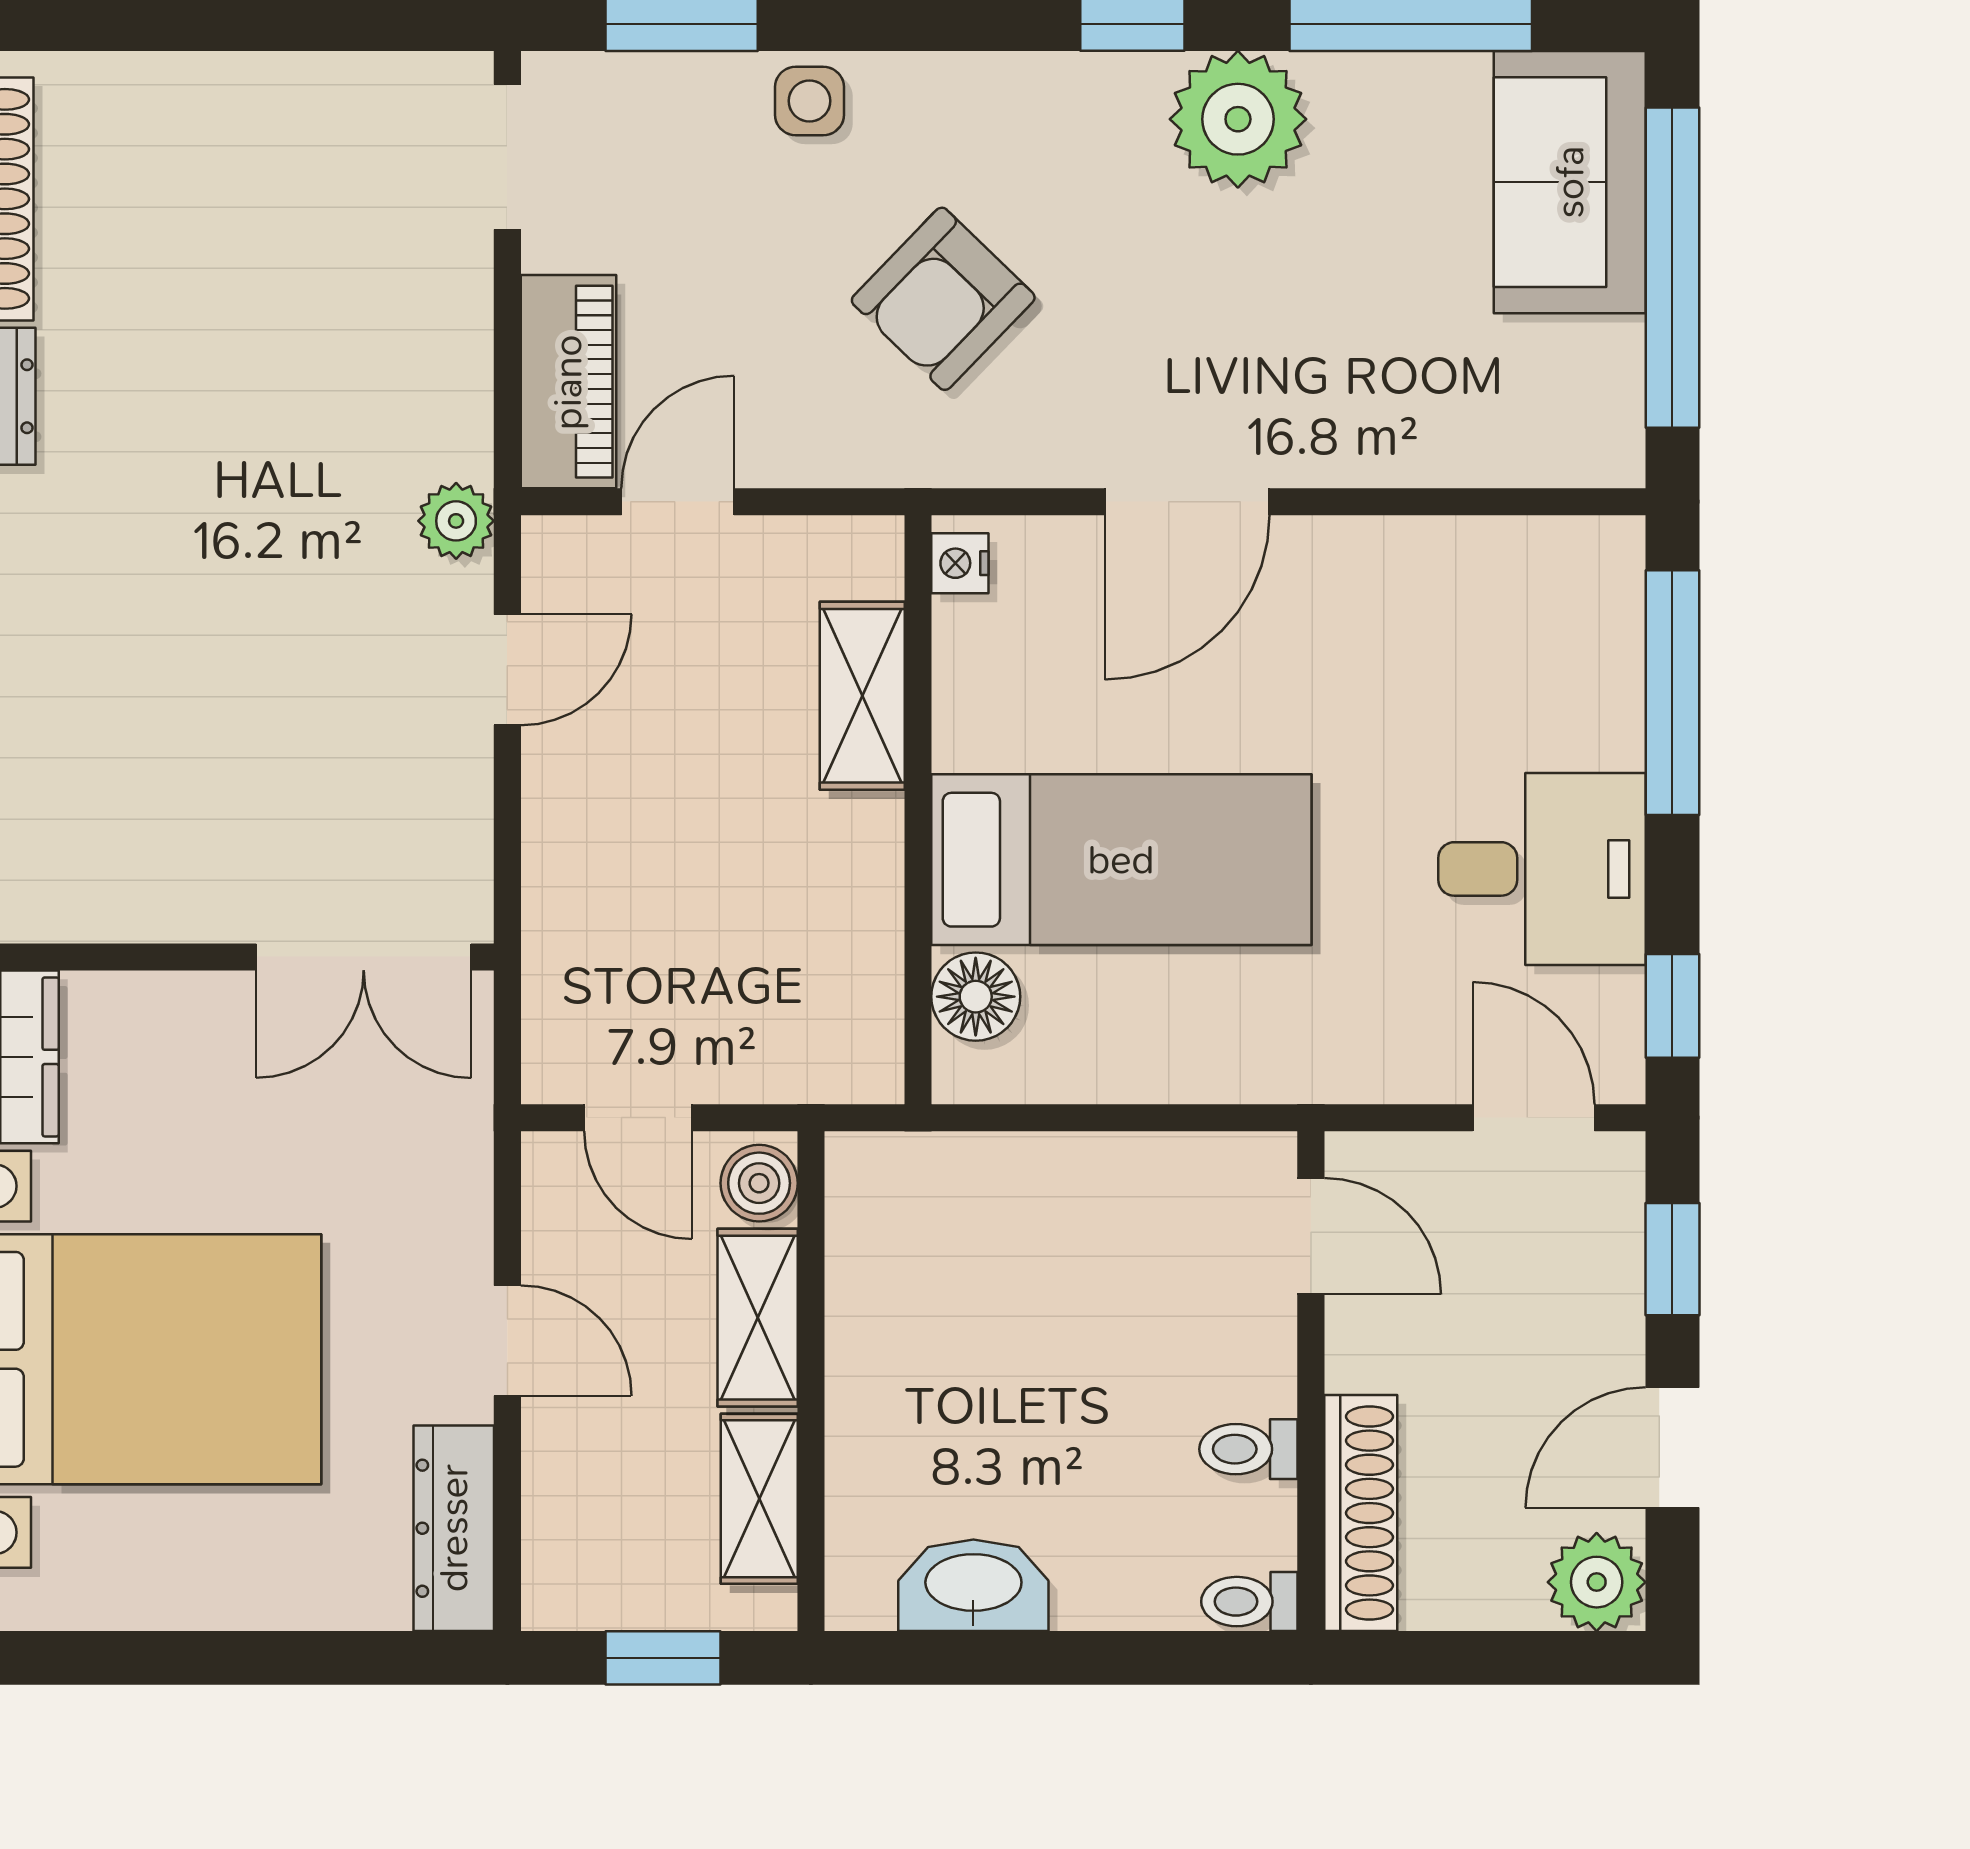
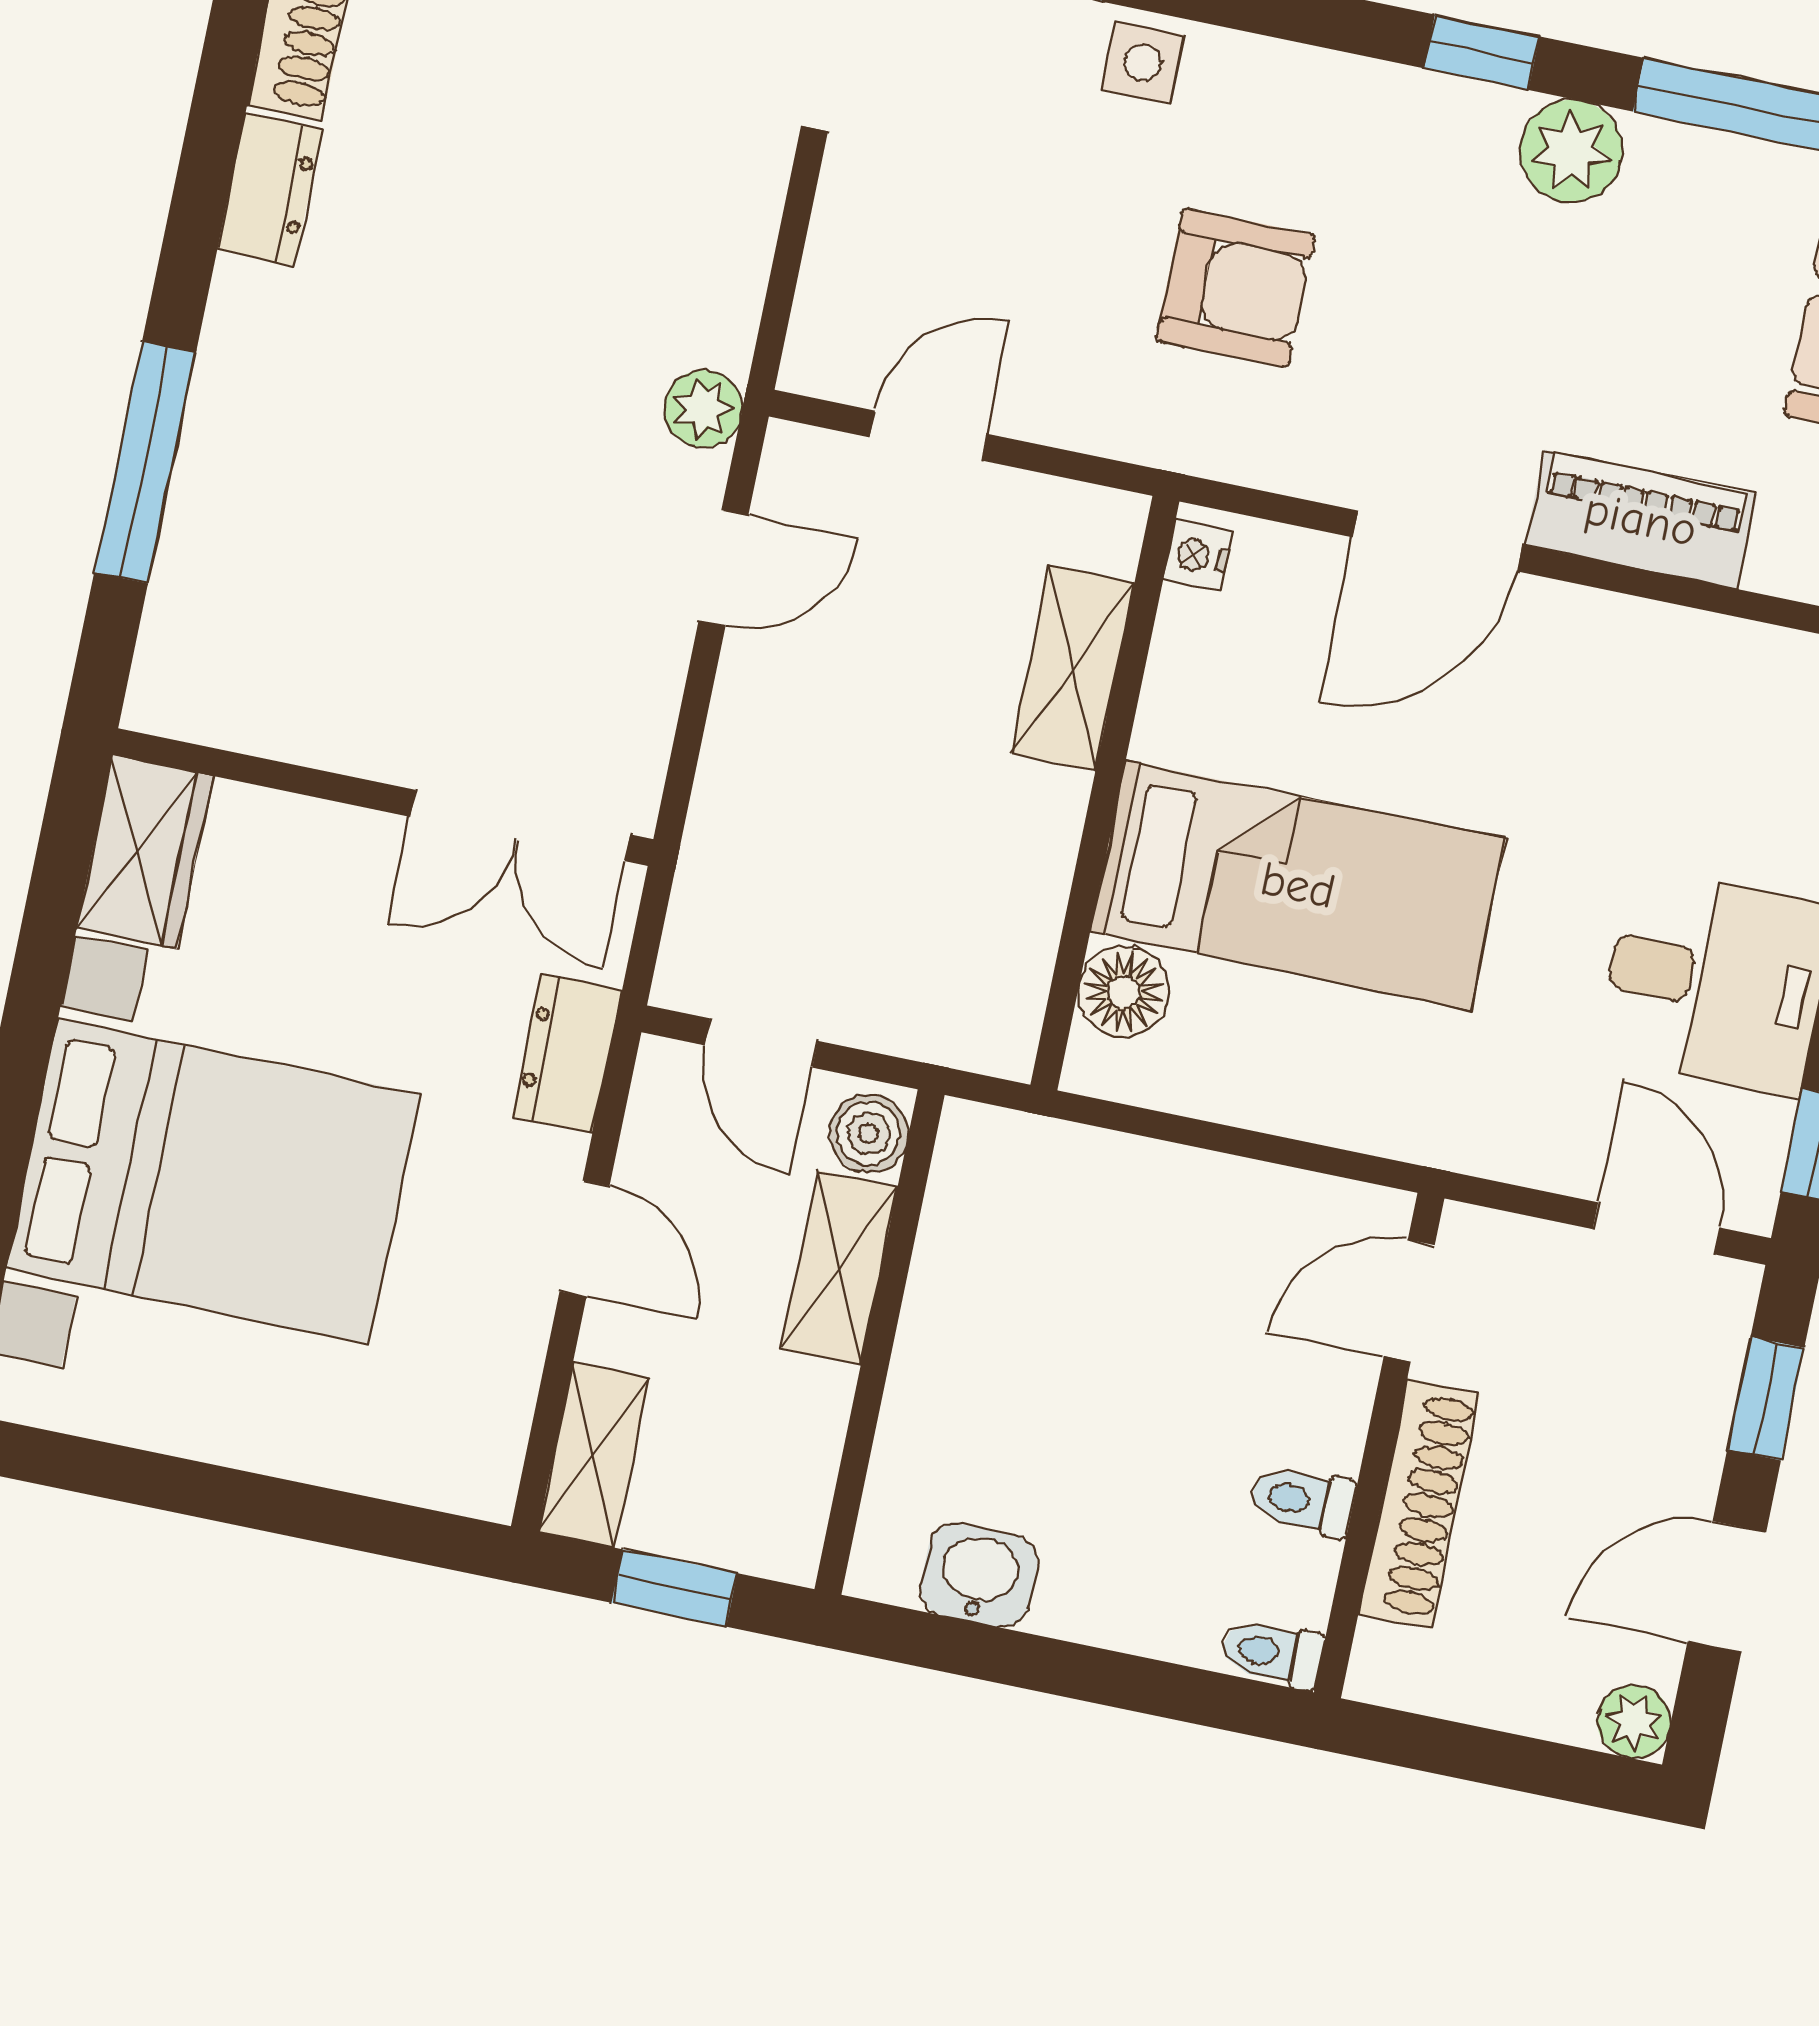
plant: (1238, 119) -> (1571, 151), width x0.73, depth x0.73
armchair: (943, 299) -> (1236, 288), turned -134
piano: (568, 382) -> (1641, 519), moved, turned -90
door: (1311, 1236) -> (1409, 1301), swing flipped
shelving: (759, 1499) -> (594, 1455), moved
shoe rack: (1361, 1513) -> (1419, 1504), moved
dresser: (454, 1528) -> (567, 1053), moved, width x0.70
plant: (1597, 1582) -> (1634, 1722), width x0.73, depth x0.73
washbasin: (973, 1585) -> (979, 1575), width x0.72

